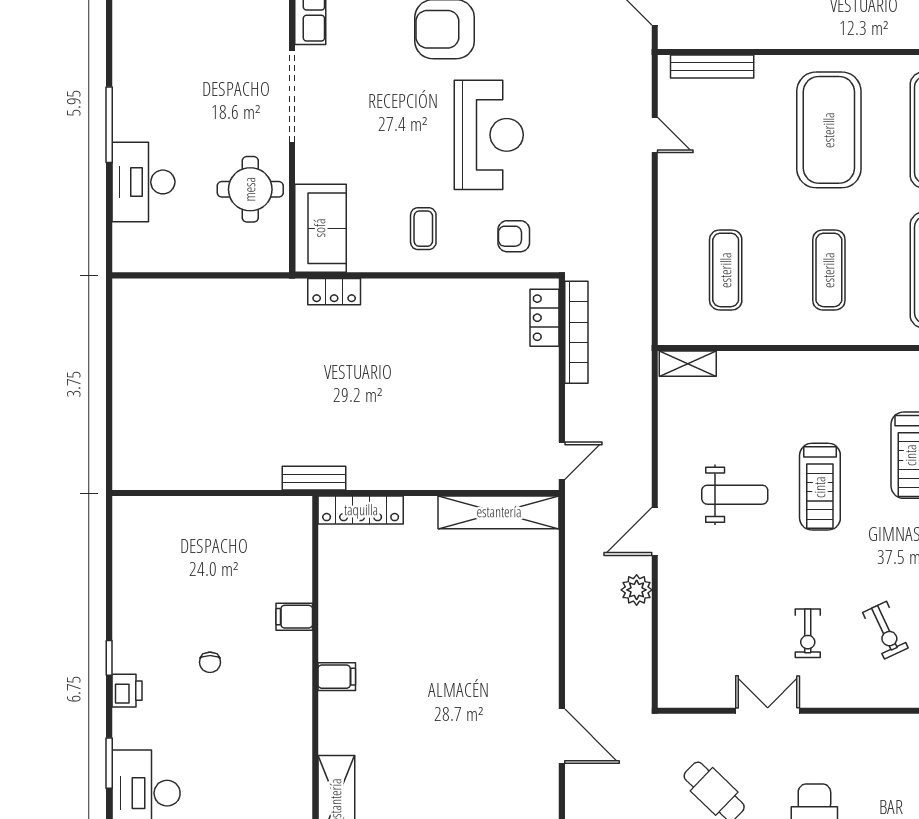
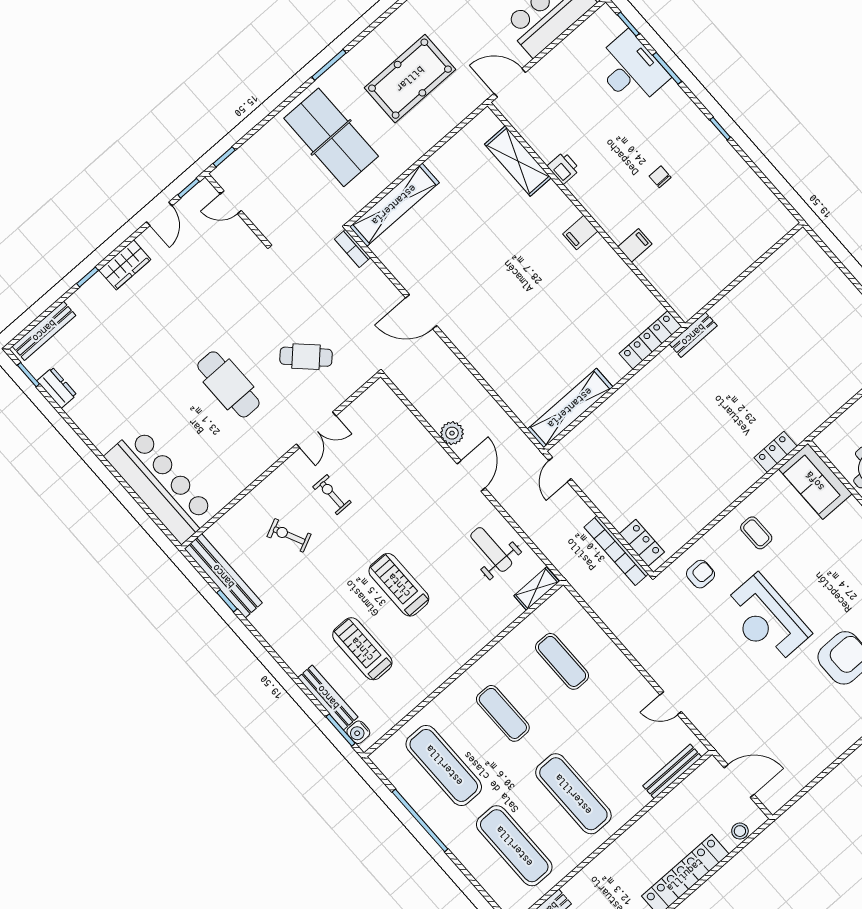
exercise mat: (829, 130) -> (573, 794), width x0.68
weight bench: (735, 495) -> (491, 549), moved, turned 90
printer: (127, 691) -> (563, 168), moved, turned 180

